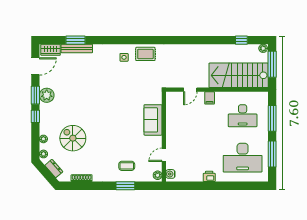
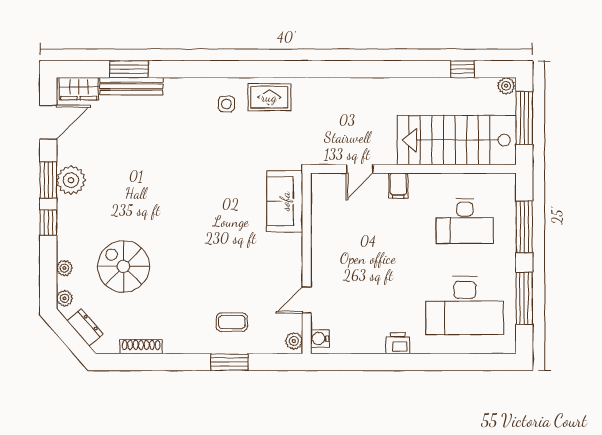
sofa: (153, 120) -> (285, 201), moved

